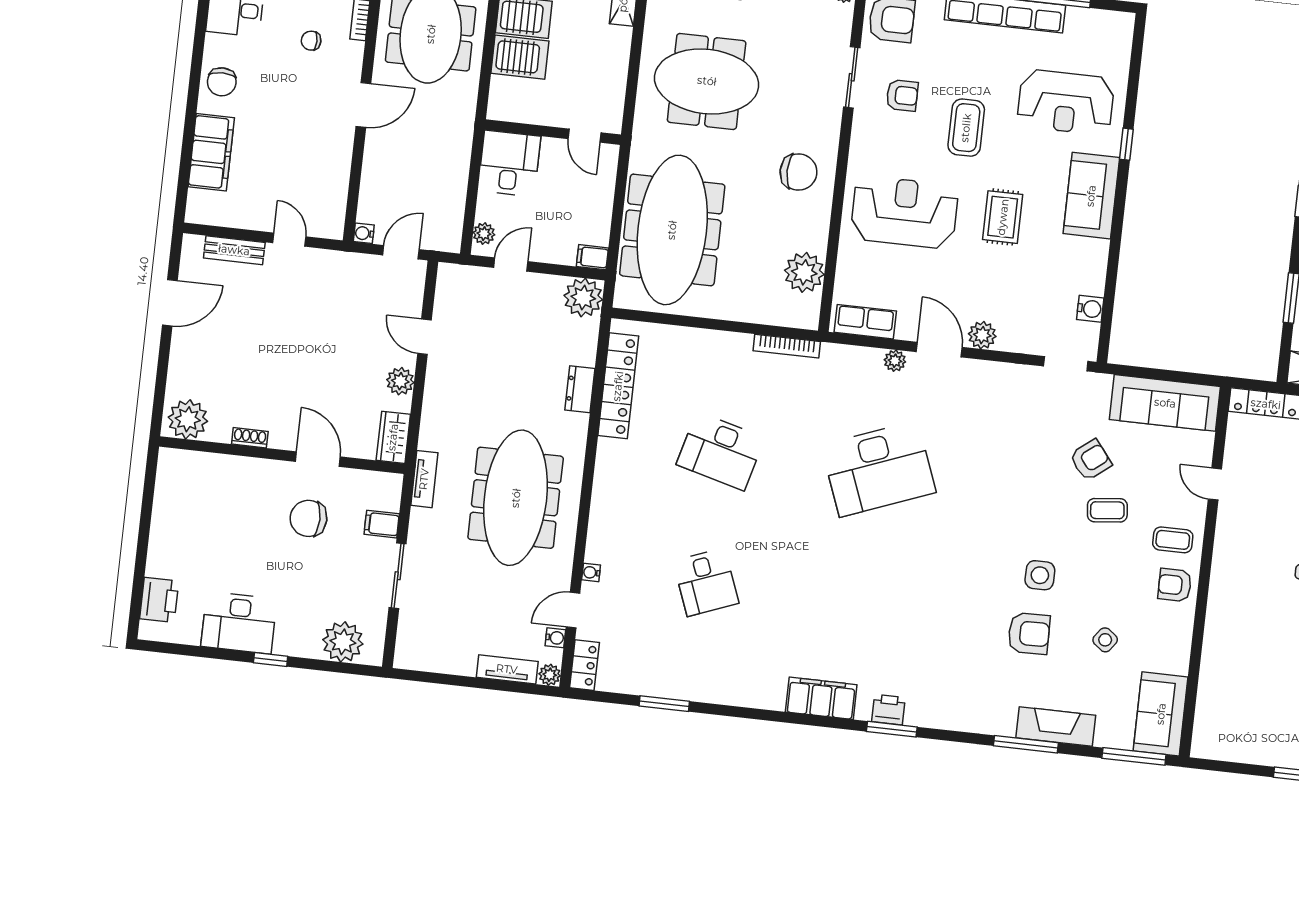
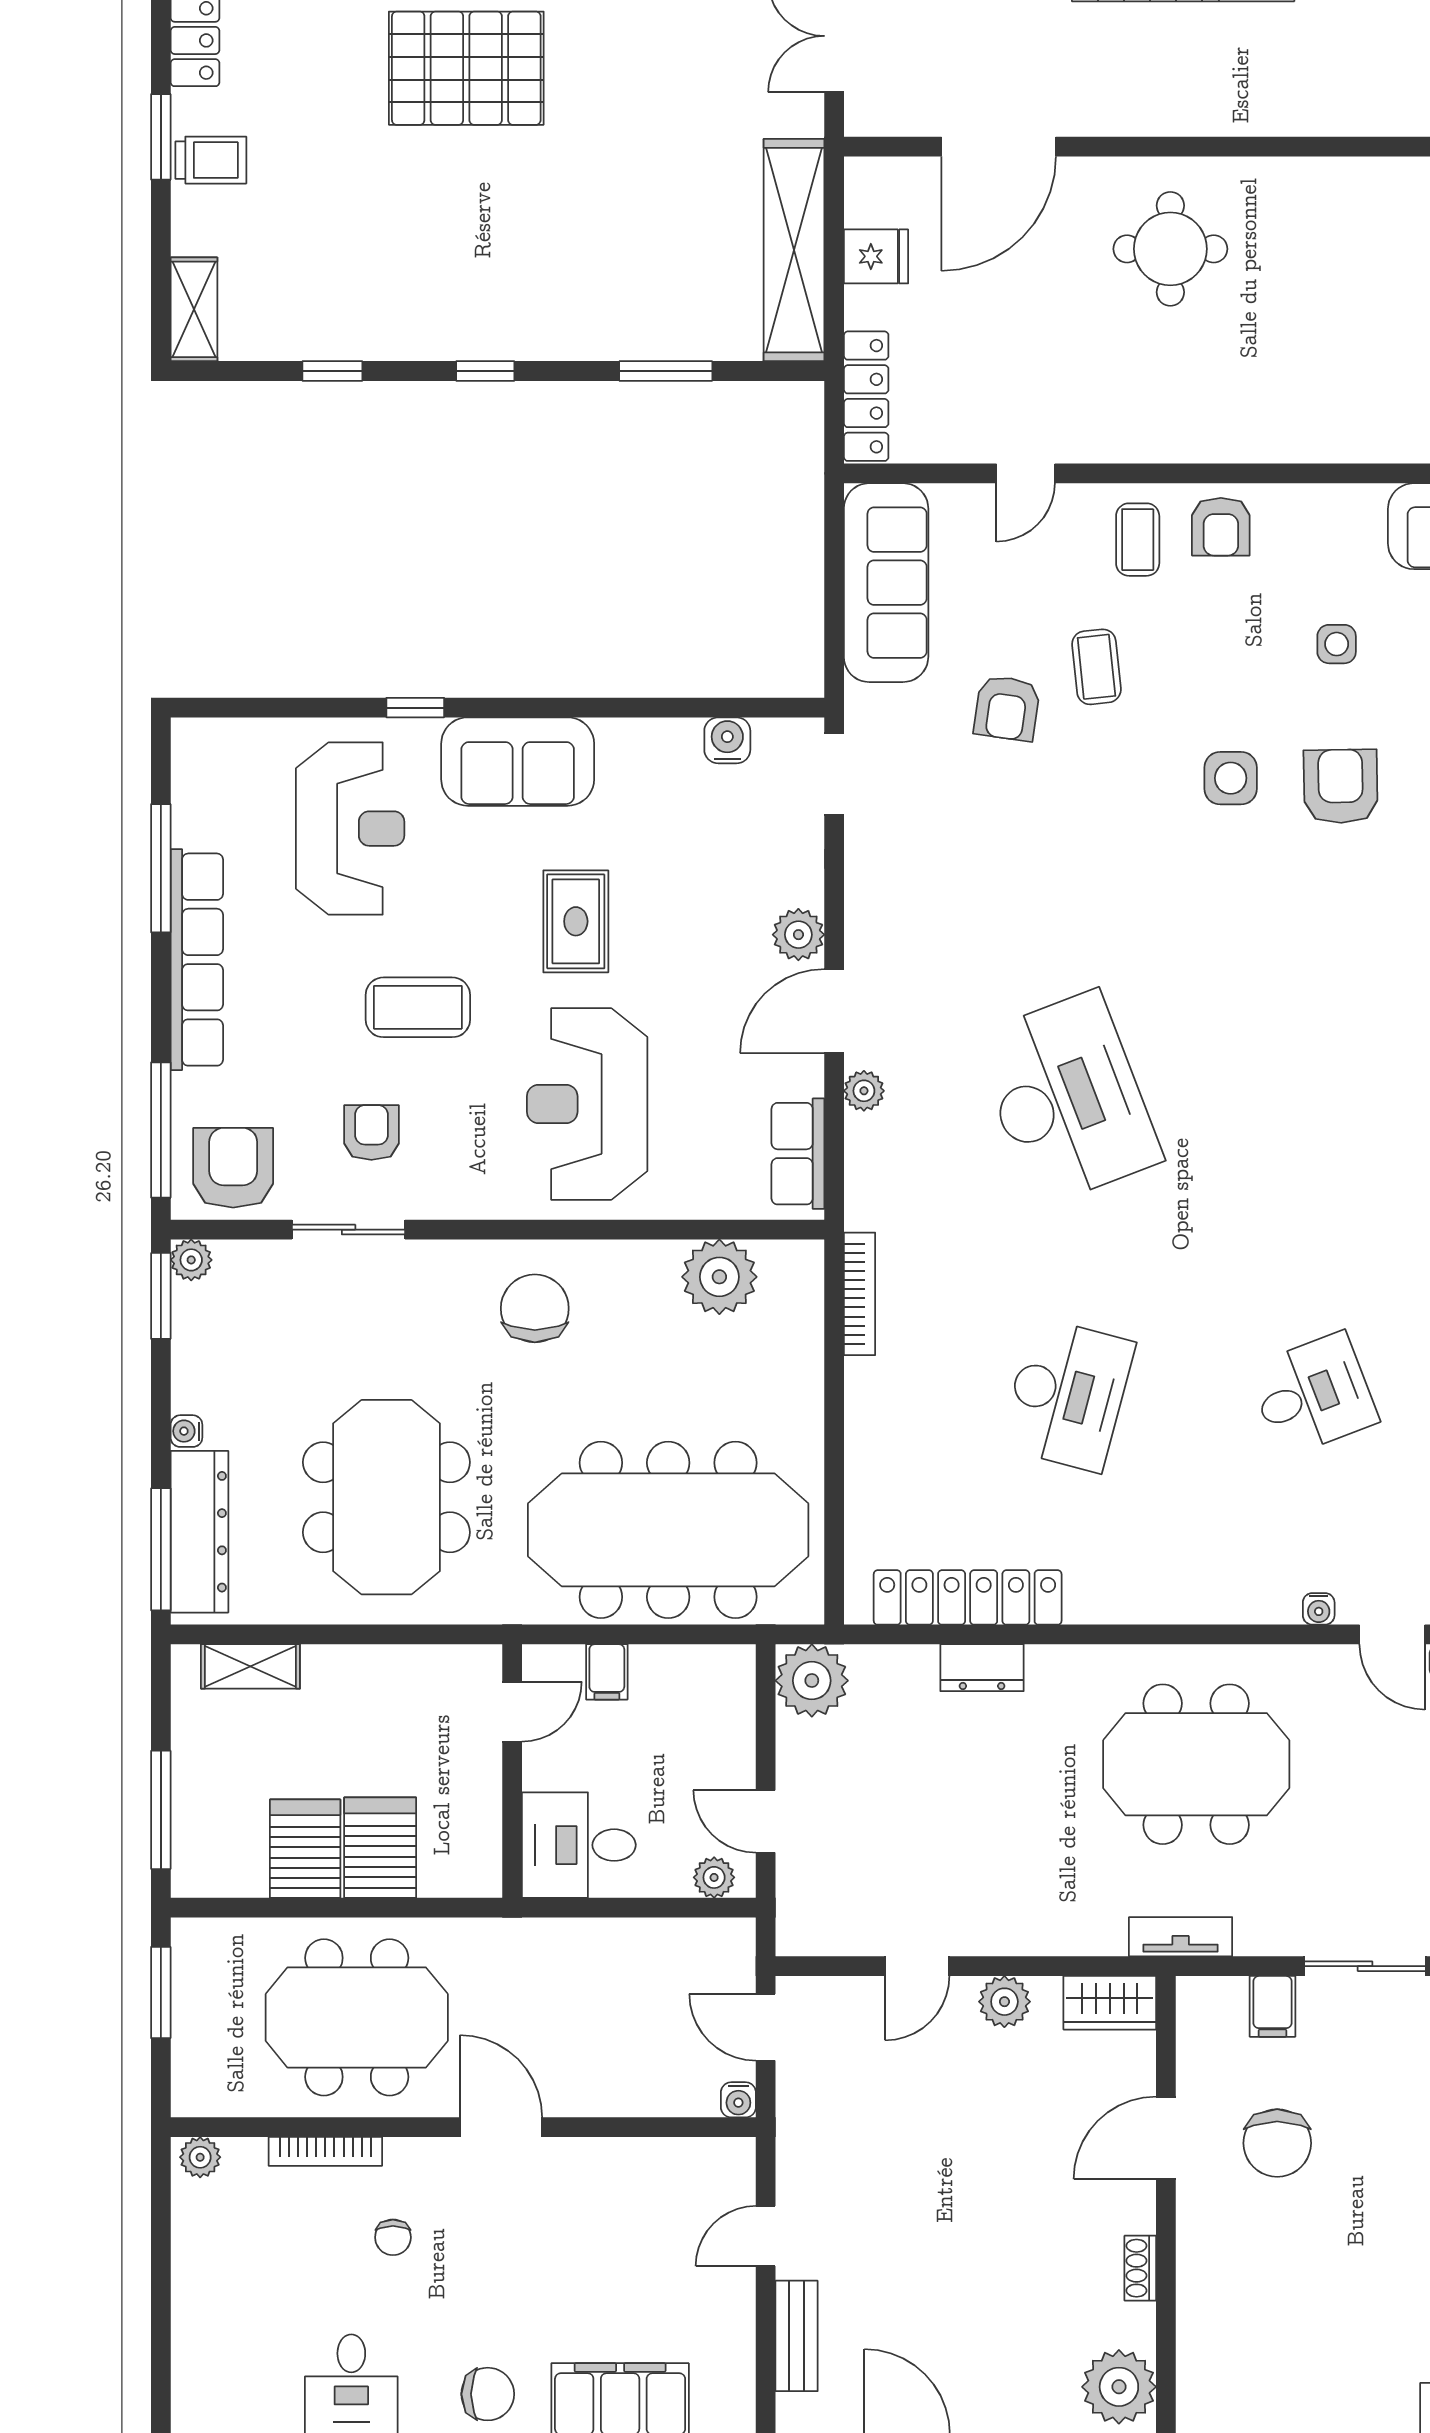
rug: (1003, 217) -> (576, 921), turned 90
filing cabinet: (592, 257) -> (607, 1672), moved
armchair: (1091, 460) -> (1007, 708), turned -134
meeting table: (516, 498) -> (1196, 1764), width x0.73
side table: (1105, 640) -> (1337, 644), turned -37

